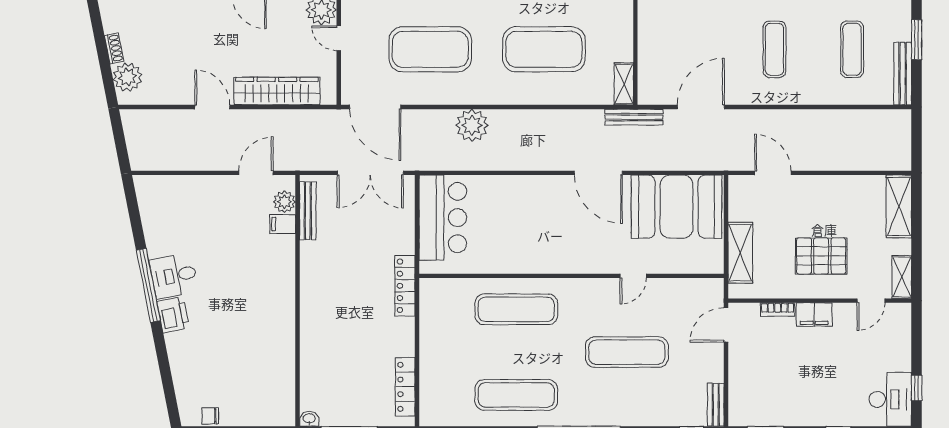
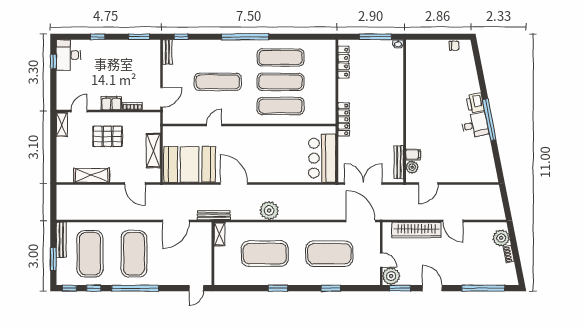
exercise mat: (774, 49) -> (134, 254), width x2.00, depth x1.45
exercise mat: (852, 49) -> (90, 254), width x2.00, depth x1.45
plant: (472, 125) -> (269, 211), moved
shelving: (899, 206) -> (92, 175), moved, turned 90
shelving: (740, 253) -> (153, 151), moved
exercise mat: (516, 352) -> (281, 82), added

